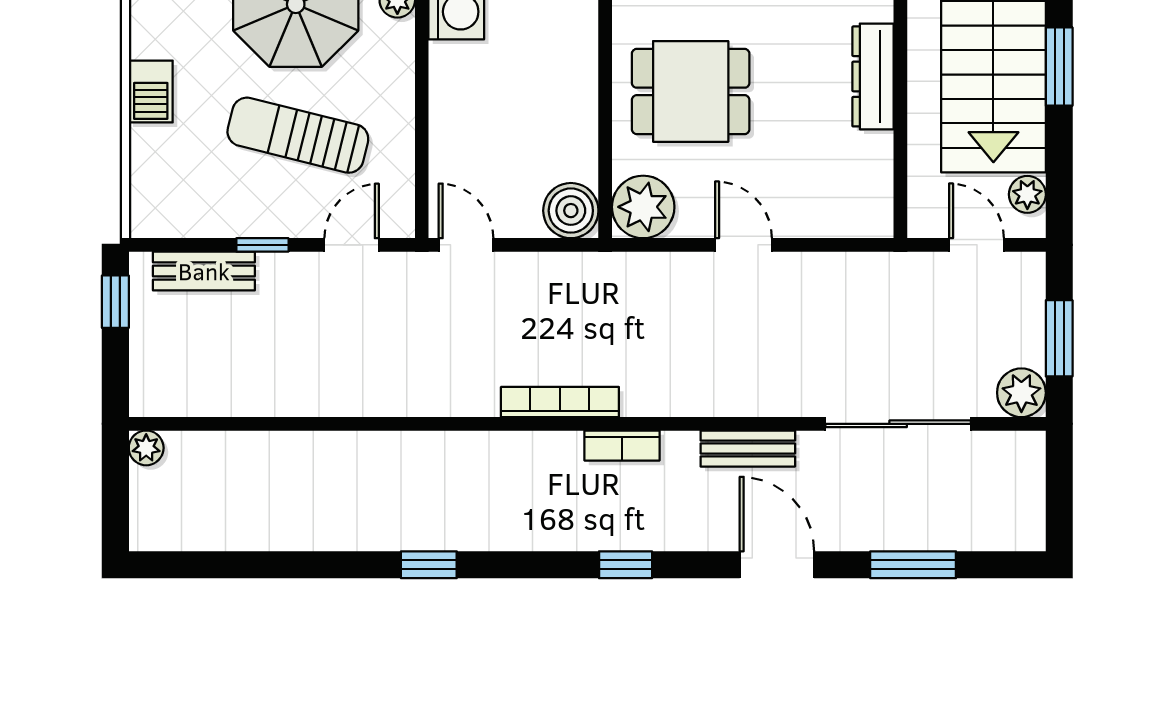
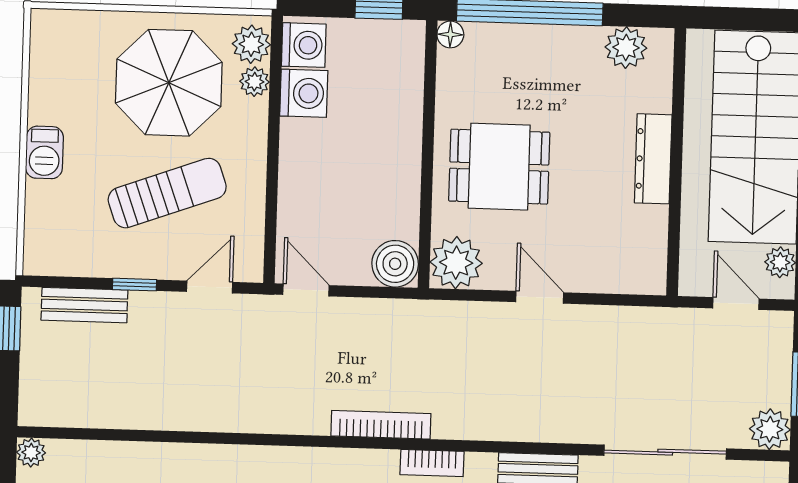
sun lounger: (298, 135) -> (167, 193), turned 146

